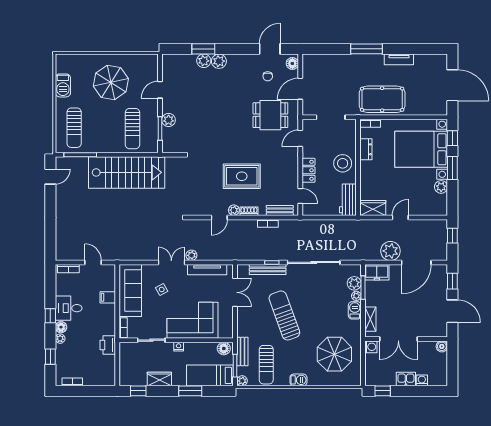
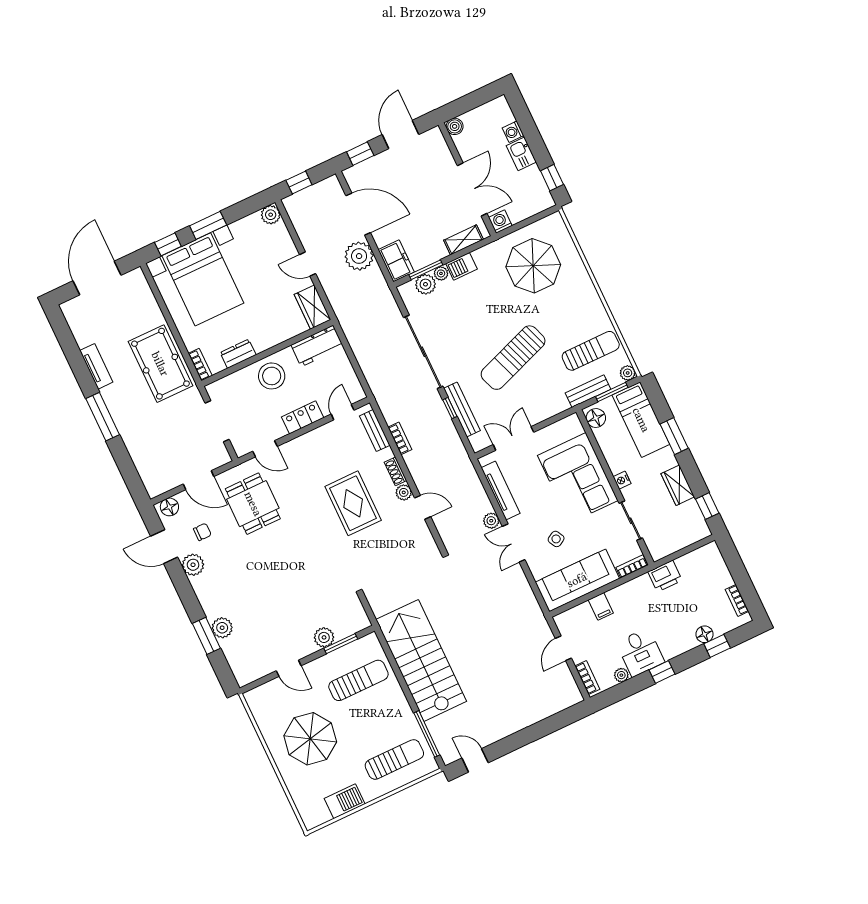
plant: (219, 61) -> (193, 565), moved
plant: (441, 187) -> (271, 215), moved
floor lamp: (61, 327) -> (705, 634), moved
plant: (60, 339) -> (621, 675), moved
barbecue: (298, 380) -> (591, 298), removed

